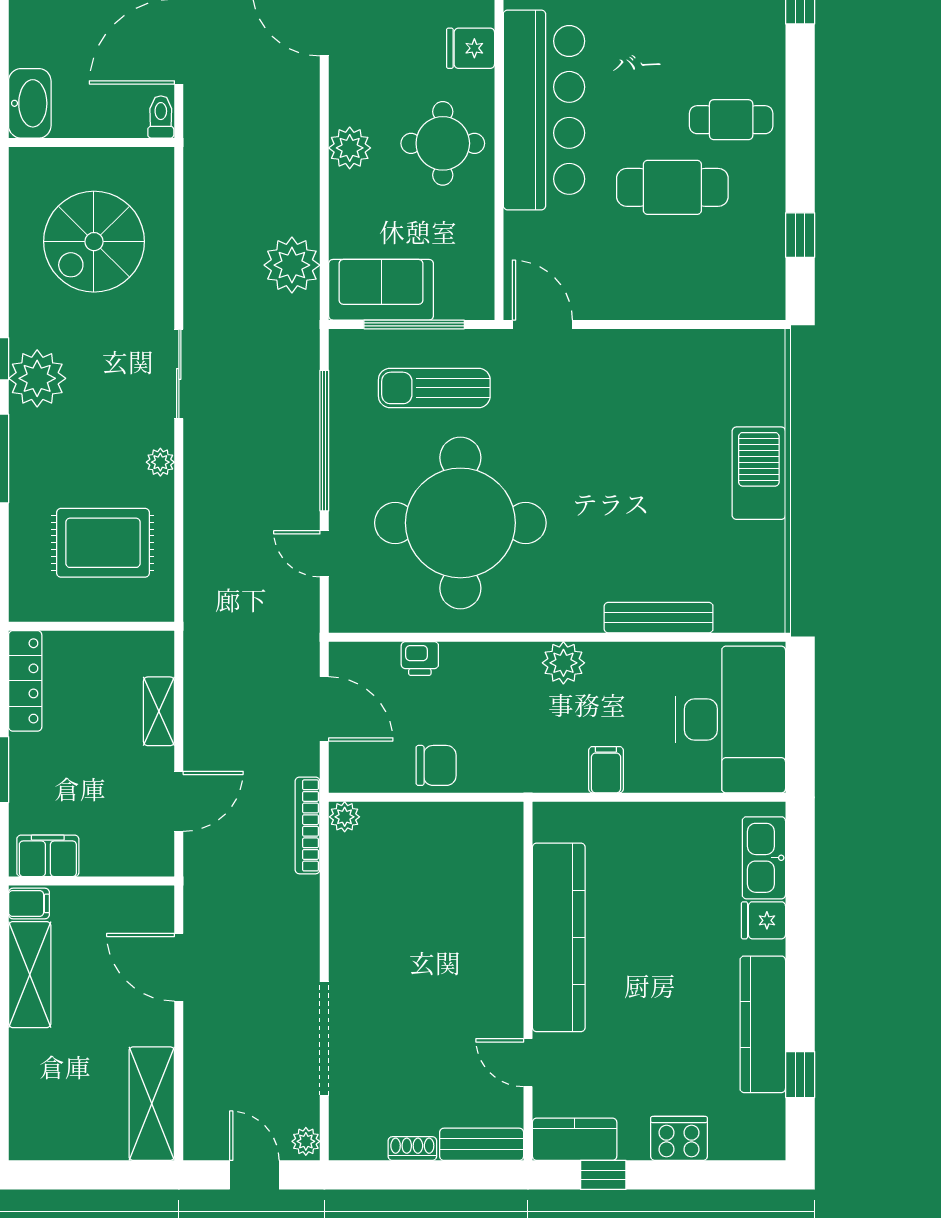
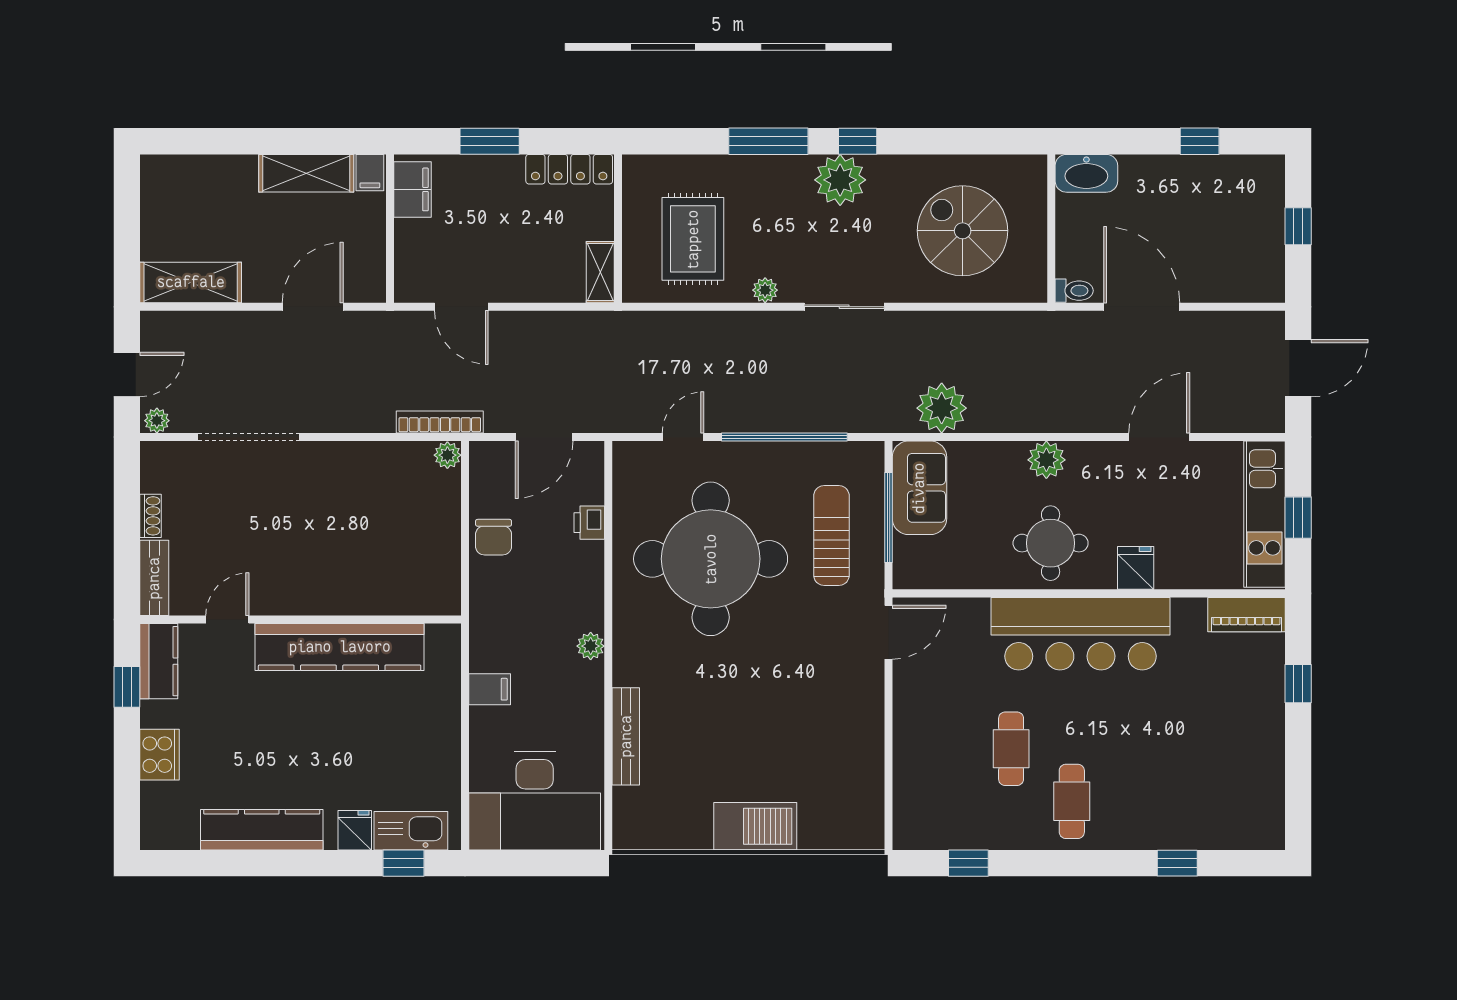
cafe table: (672, 187) -> (1011, 749), width x0.73, depth x0.74
plant: (563, 663) -> (591, 646), width x0.73, depth x0.73
shelving: (159, 711) -> (600, 272), moved, turned 90
window: (800, 1075) -> (403, 863), moved

